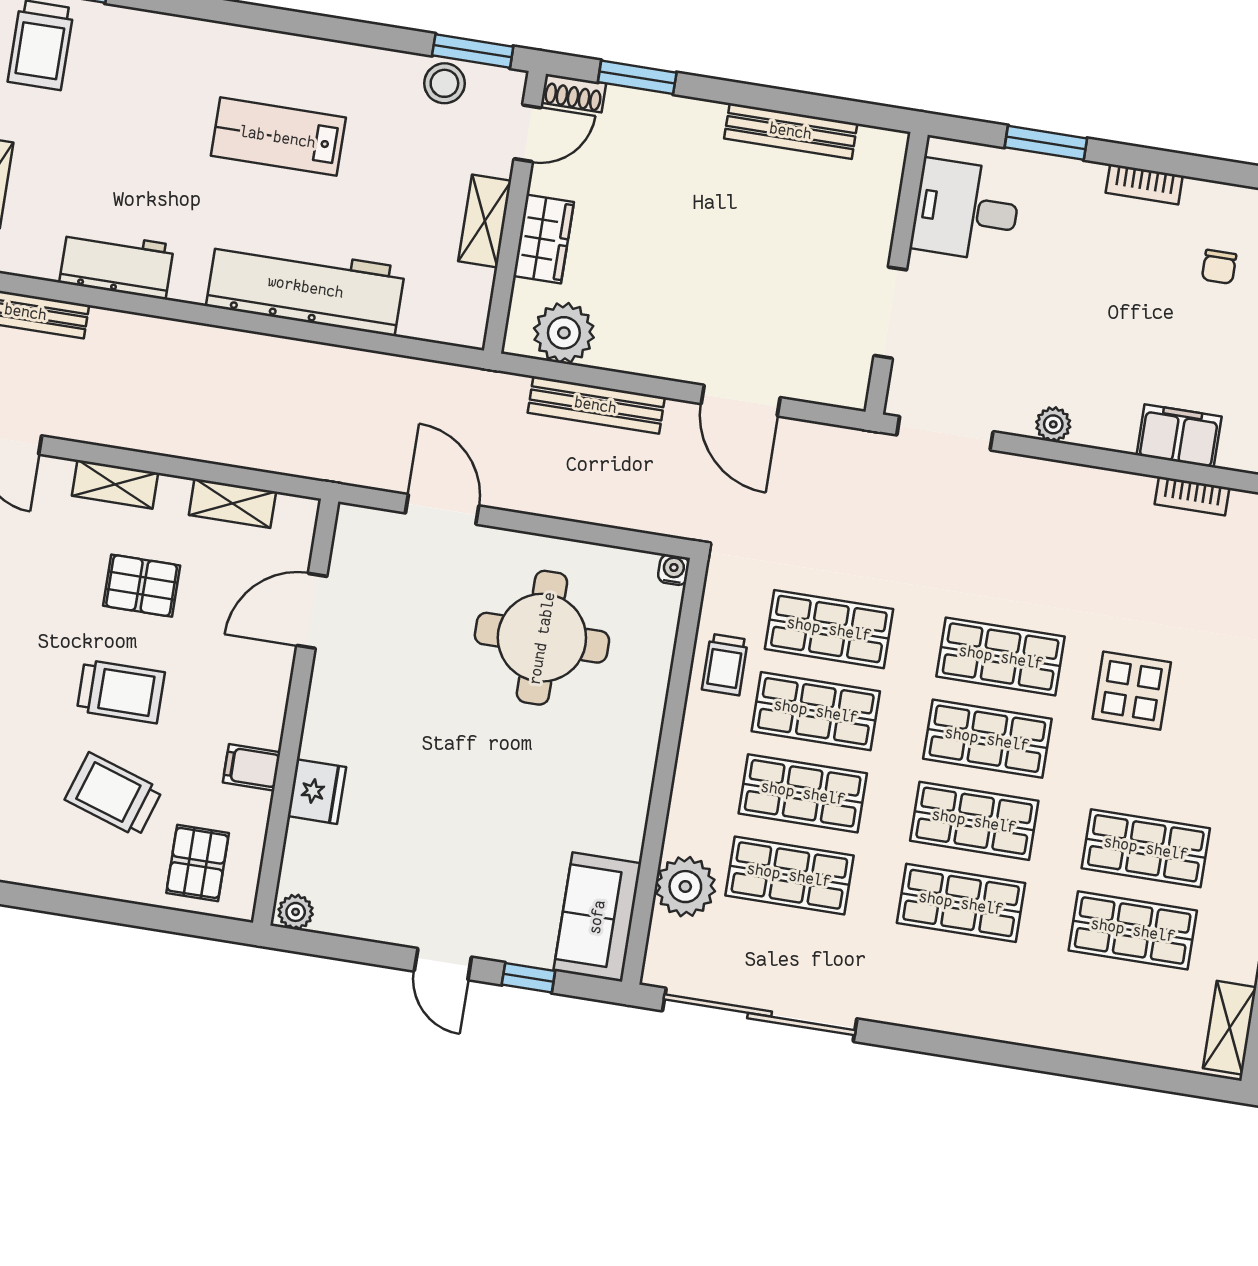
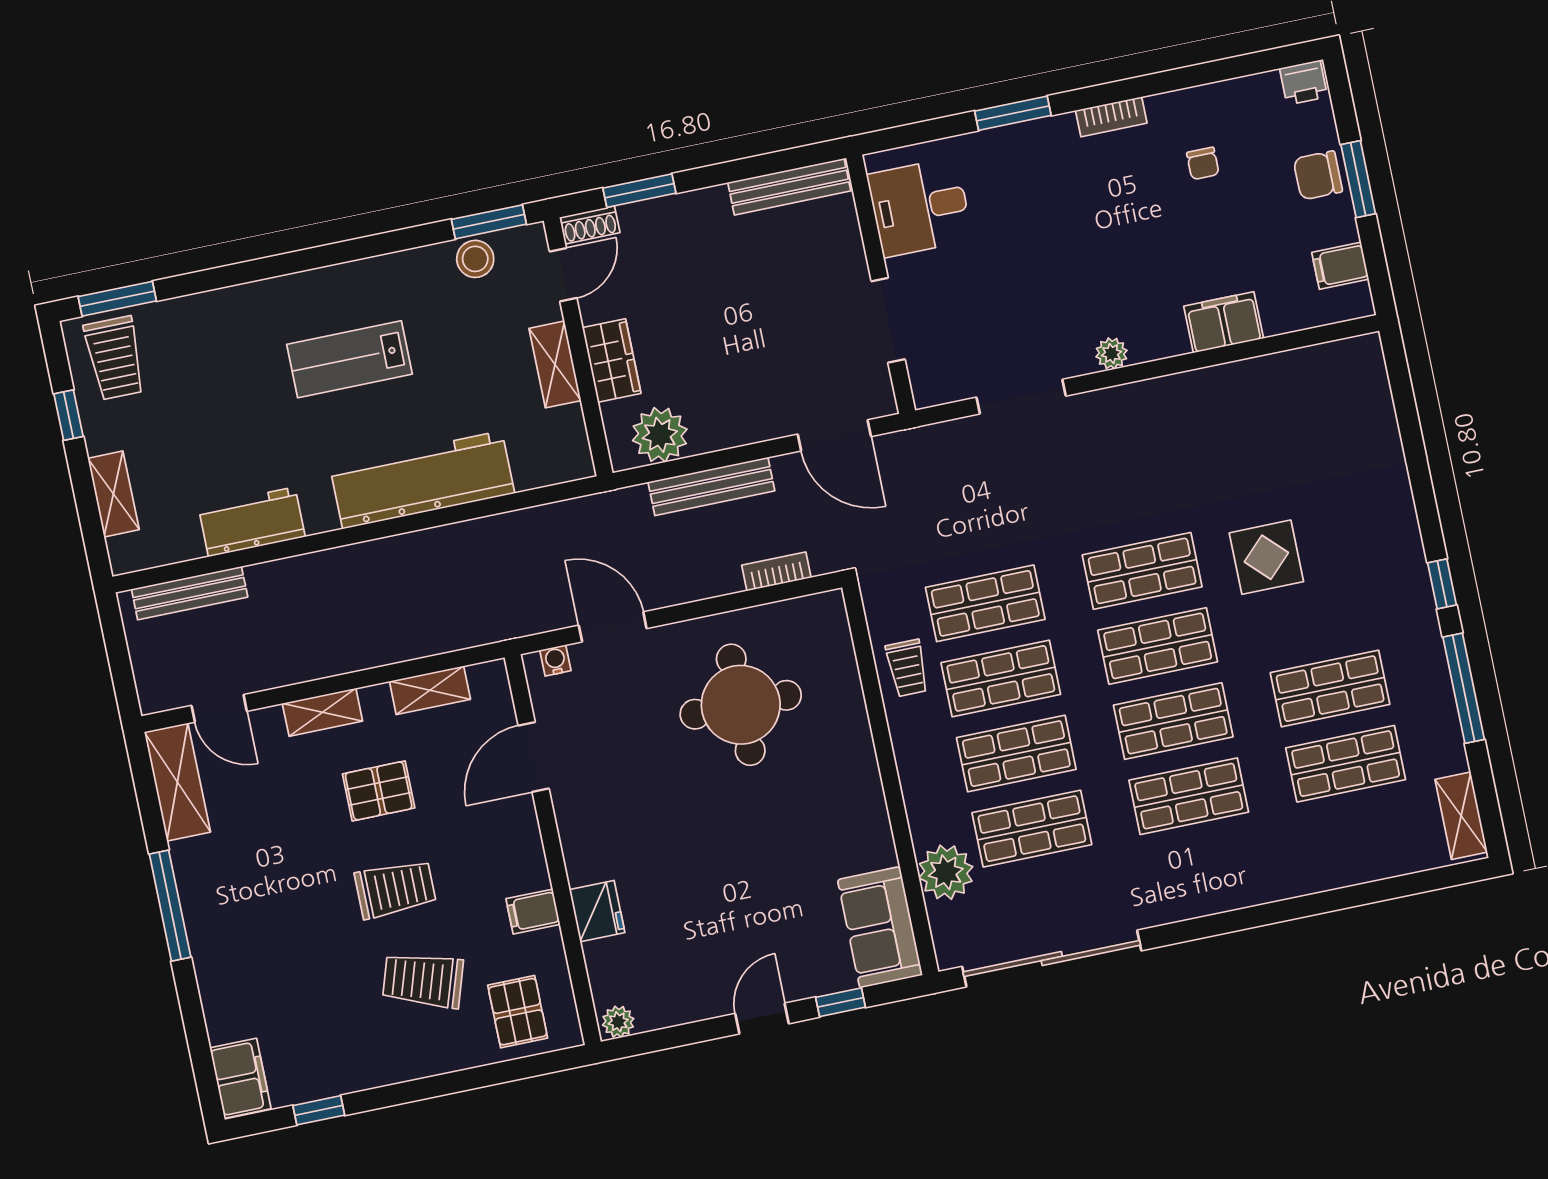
desk: (966, 210) -> (920, 207), moved
wall: (897, 273) -> (881, 284), moved
doorway: (890, 313) -> (888, 320), moved
bookcase: (1192, 496) -> (776, 571), moved, turned 180
water cooler: (674, 570) -> (555, 660), moved
door: (443, 964) -> (762, 1019), swing flipped

